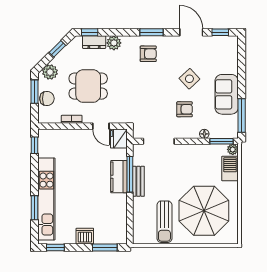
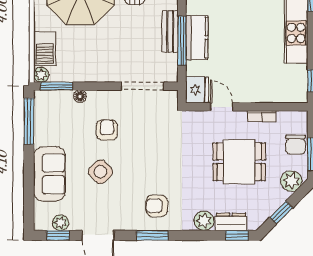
plant: (219, 42) -> (61, 223), added
sofa: (227, 94) -> (49, 174), moved
chair: (47, 99) -> (295, 145), turned -90
armchair: (185, 109) -> (107, 130), turned 90

